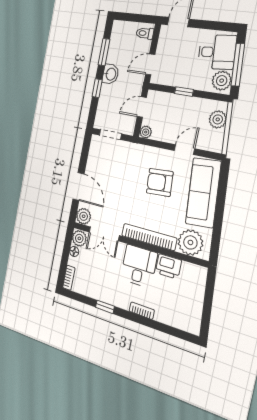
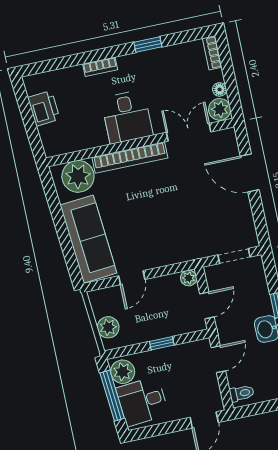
armchair: (160, 182) -> (145, 227), removed
plant: (84, 216) -> (226, 140), removed
printer: (168, 266) -> (44, 108), moved, turned 85

